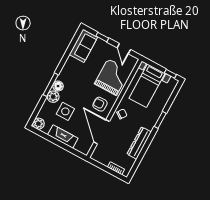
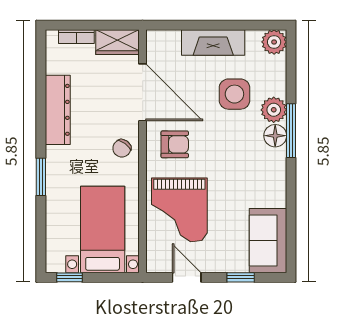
wardrobe: (101, 157) -> (118, 42), added

